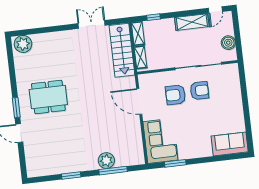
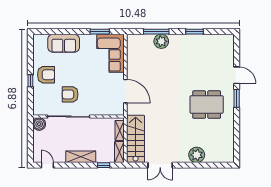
door: (215, 10) -> (47, 165), hinge flipped
shelving: (192, 22) -> (81, 157), moved
boiler: (228, 43) -> (39, 124), moved
plant: (23, 44) -> (197, 155), moved
armchair: (176, 95) -> (46, 75), moved
window: (245, 100) -> (30, 81), added
sofa: (230, 144) -> (64, 43), moved

